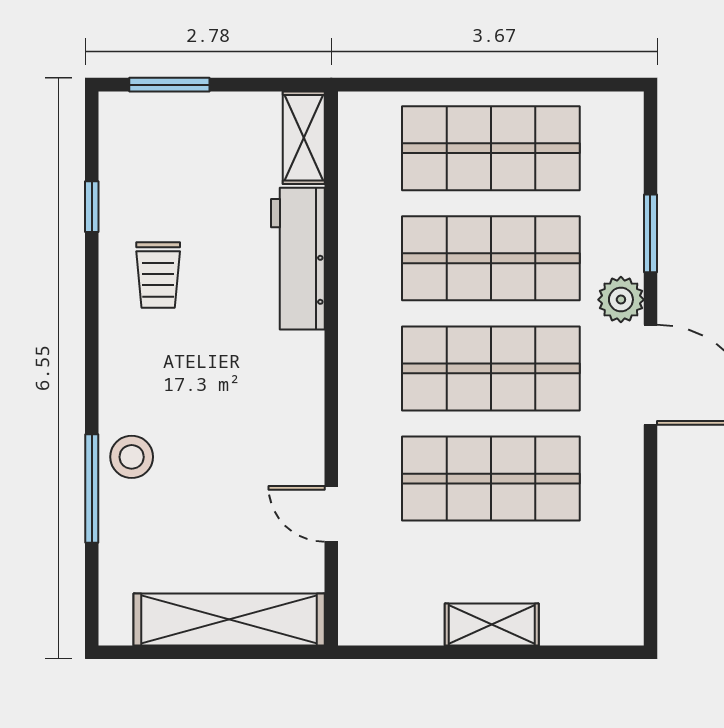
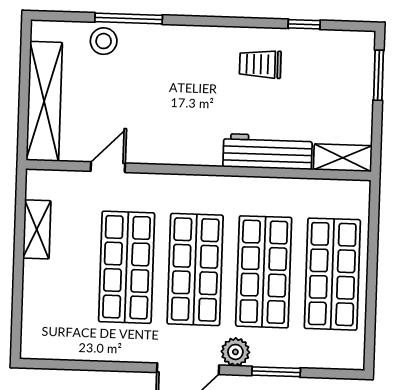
stool: (132, 457) -> (104, 41), moved
shelving: (492, 625) -> (37, 229), moved

